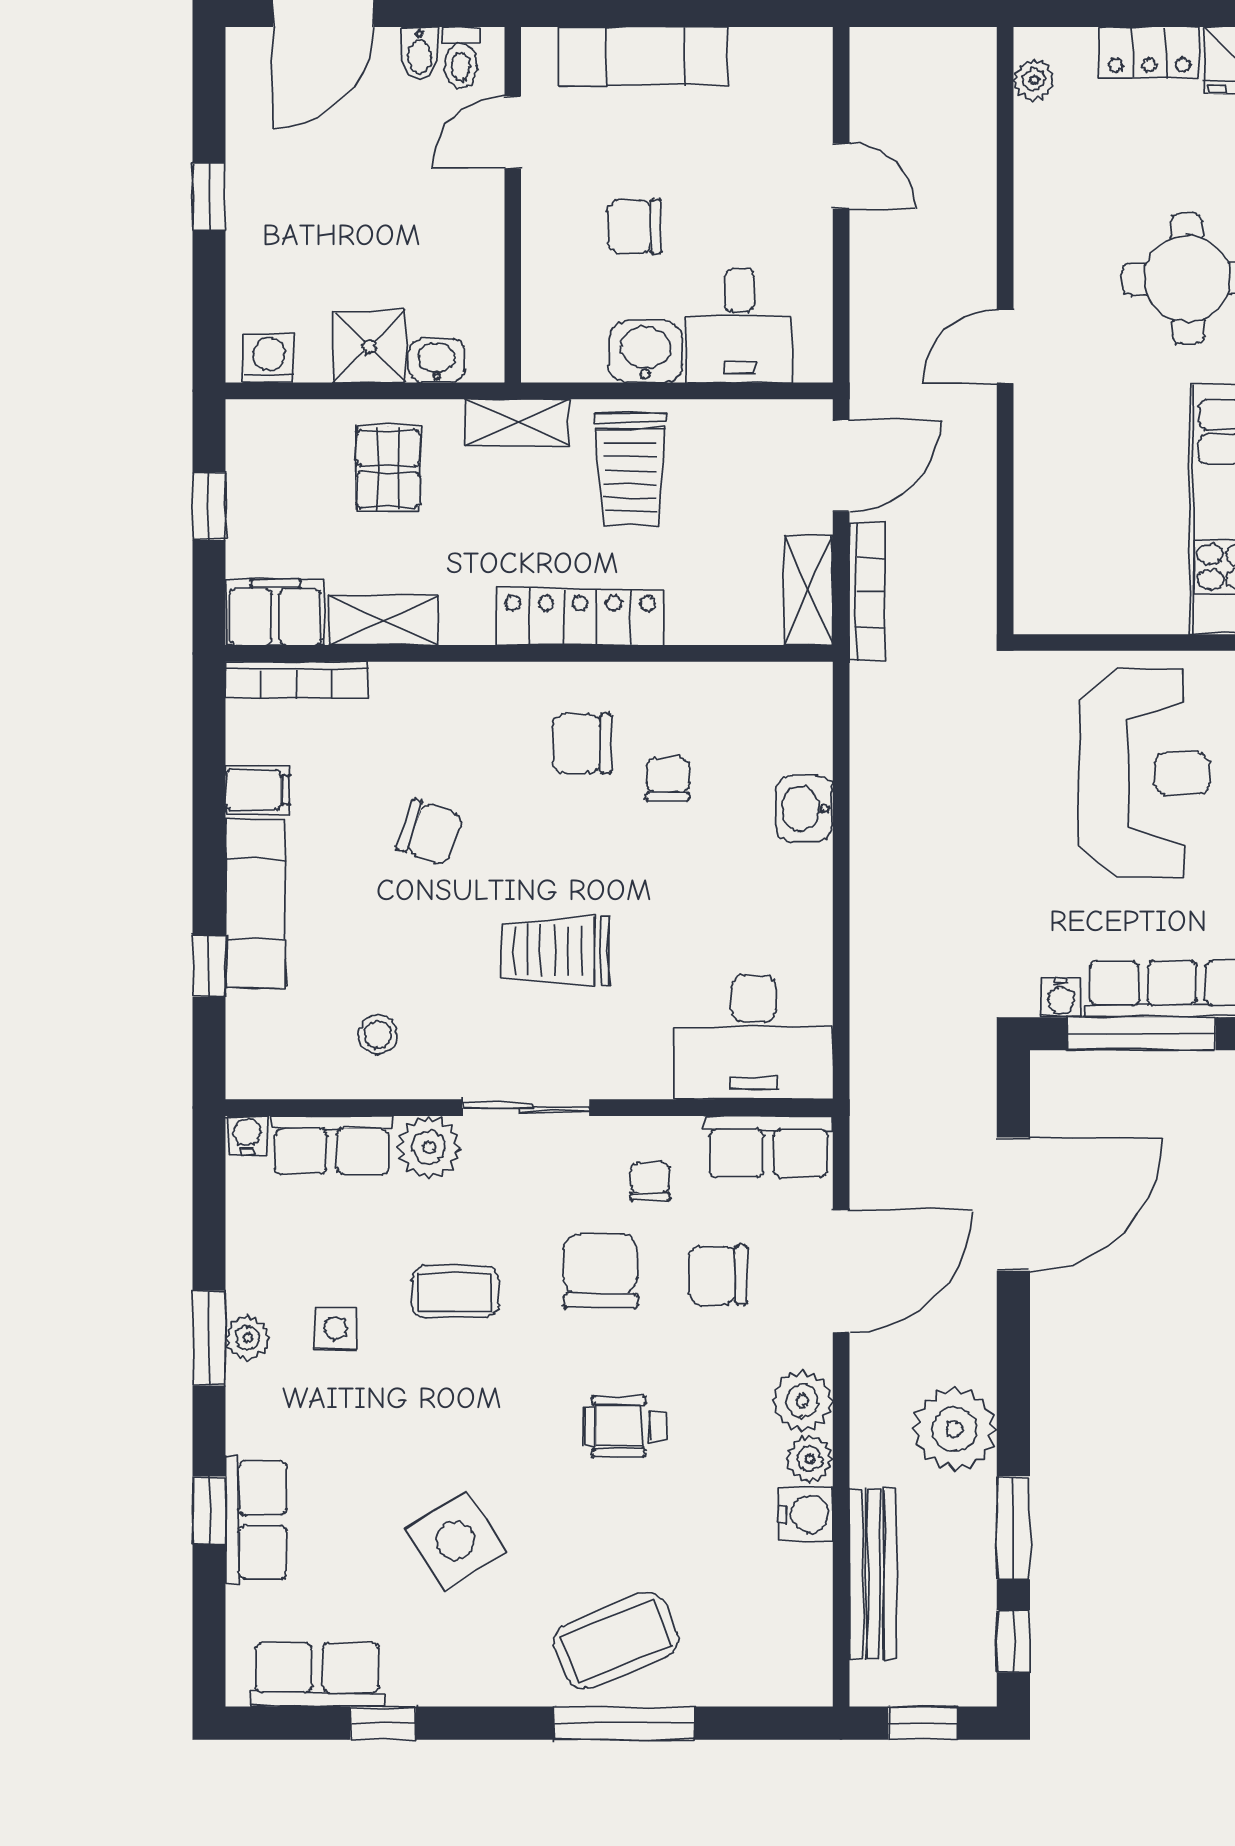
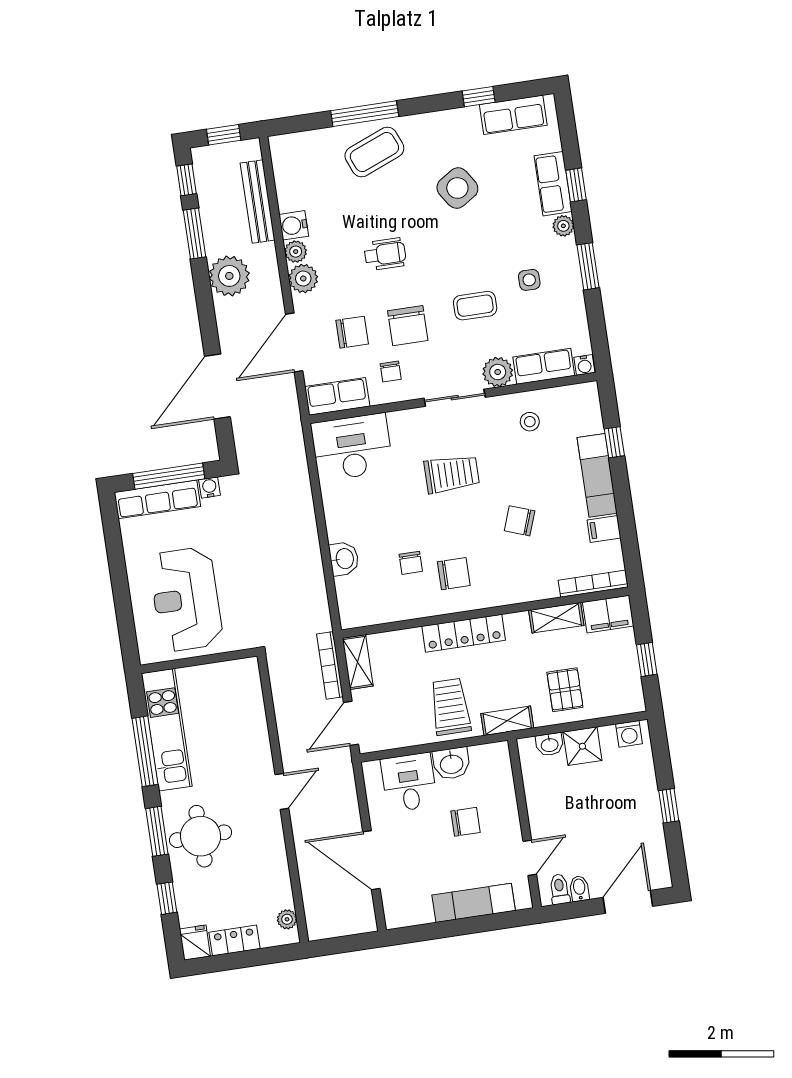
door: (841, 176) -> (371, 860), width x1.87
plant: (248, 1338) -> (563, 226), moved

